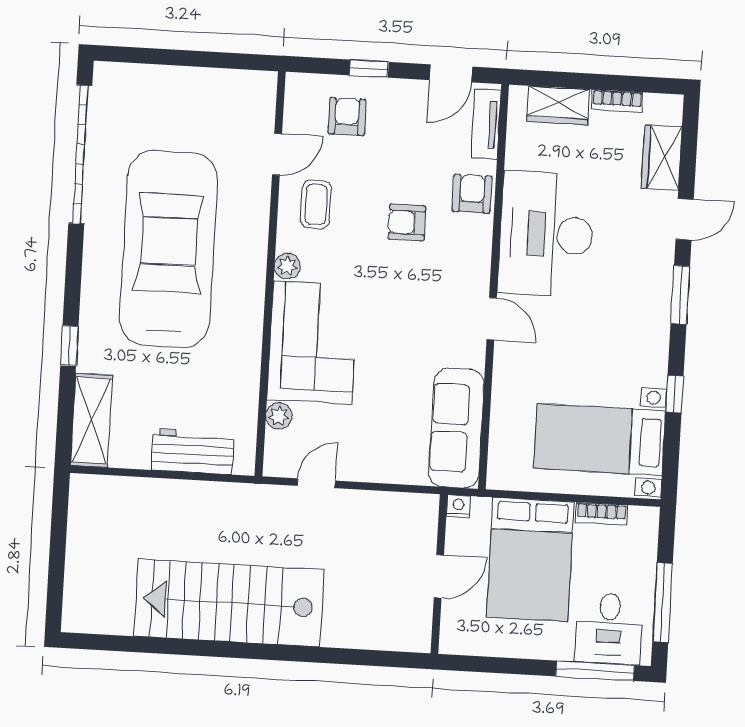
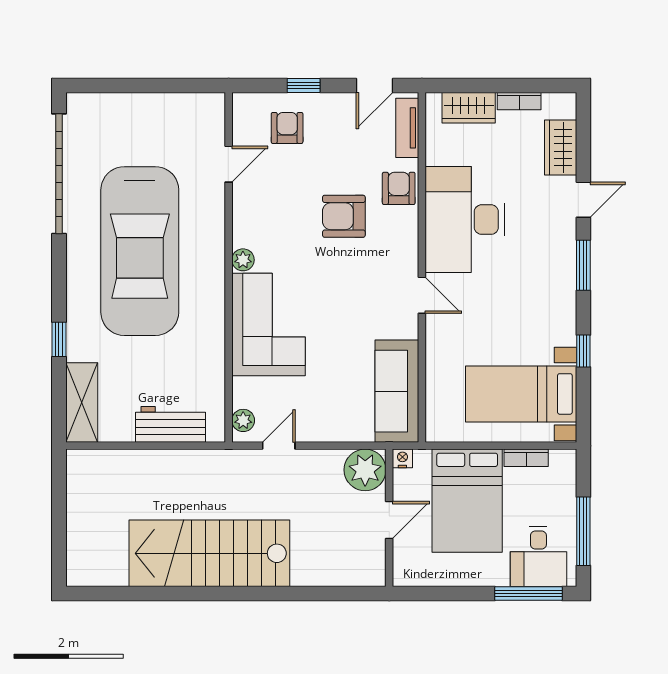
coffee table: (316, 204) -> (265, 205), removed
armchair: (407, 222) -> (344, 216), width x1.38, depth x1.38
car: (169, 249) -> (140, 251), turned 180
plant: (279, 416) -> (243, 420), moved
plant: (414, 517) -> (365, 470), added

